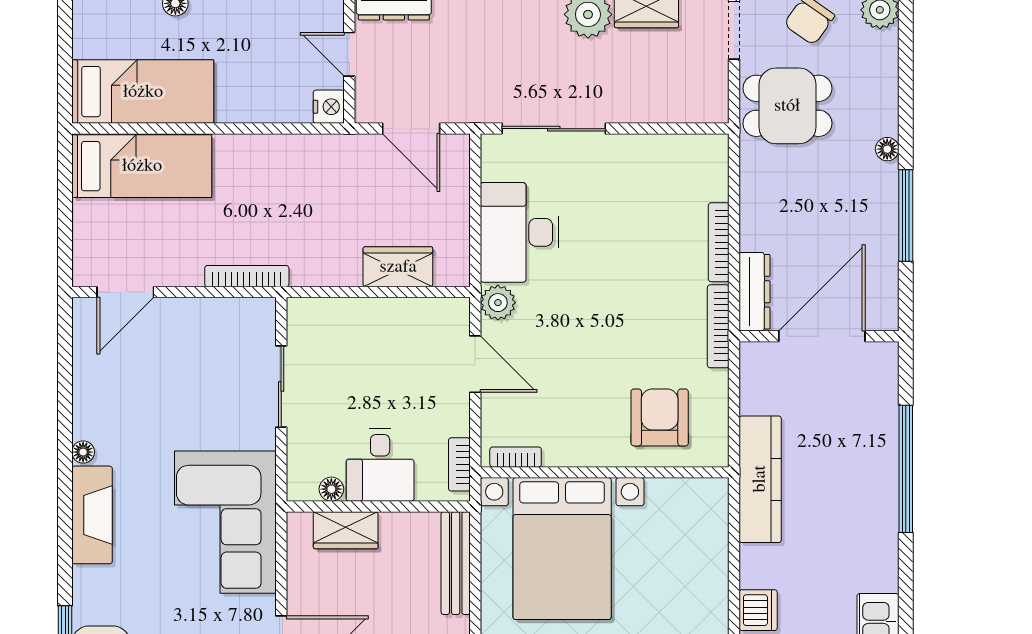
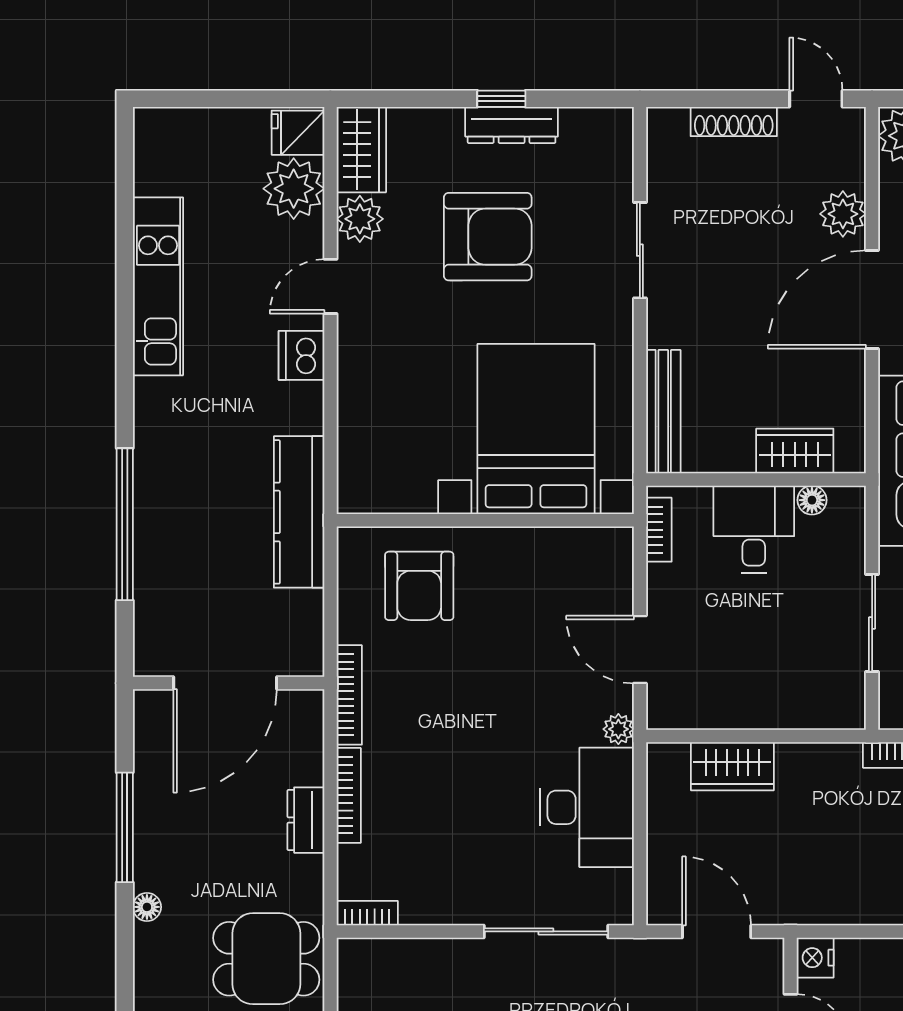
dresser: (754, 292) -> (306, 820), moved, width x0.70
plant: (498, 303) -> (618, 729), width x0.73, depth x0.73
bookcase: (516, 457) -> (367, 913), moved, turned 180

